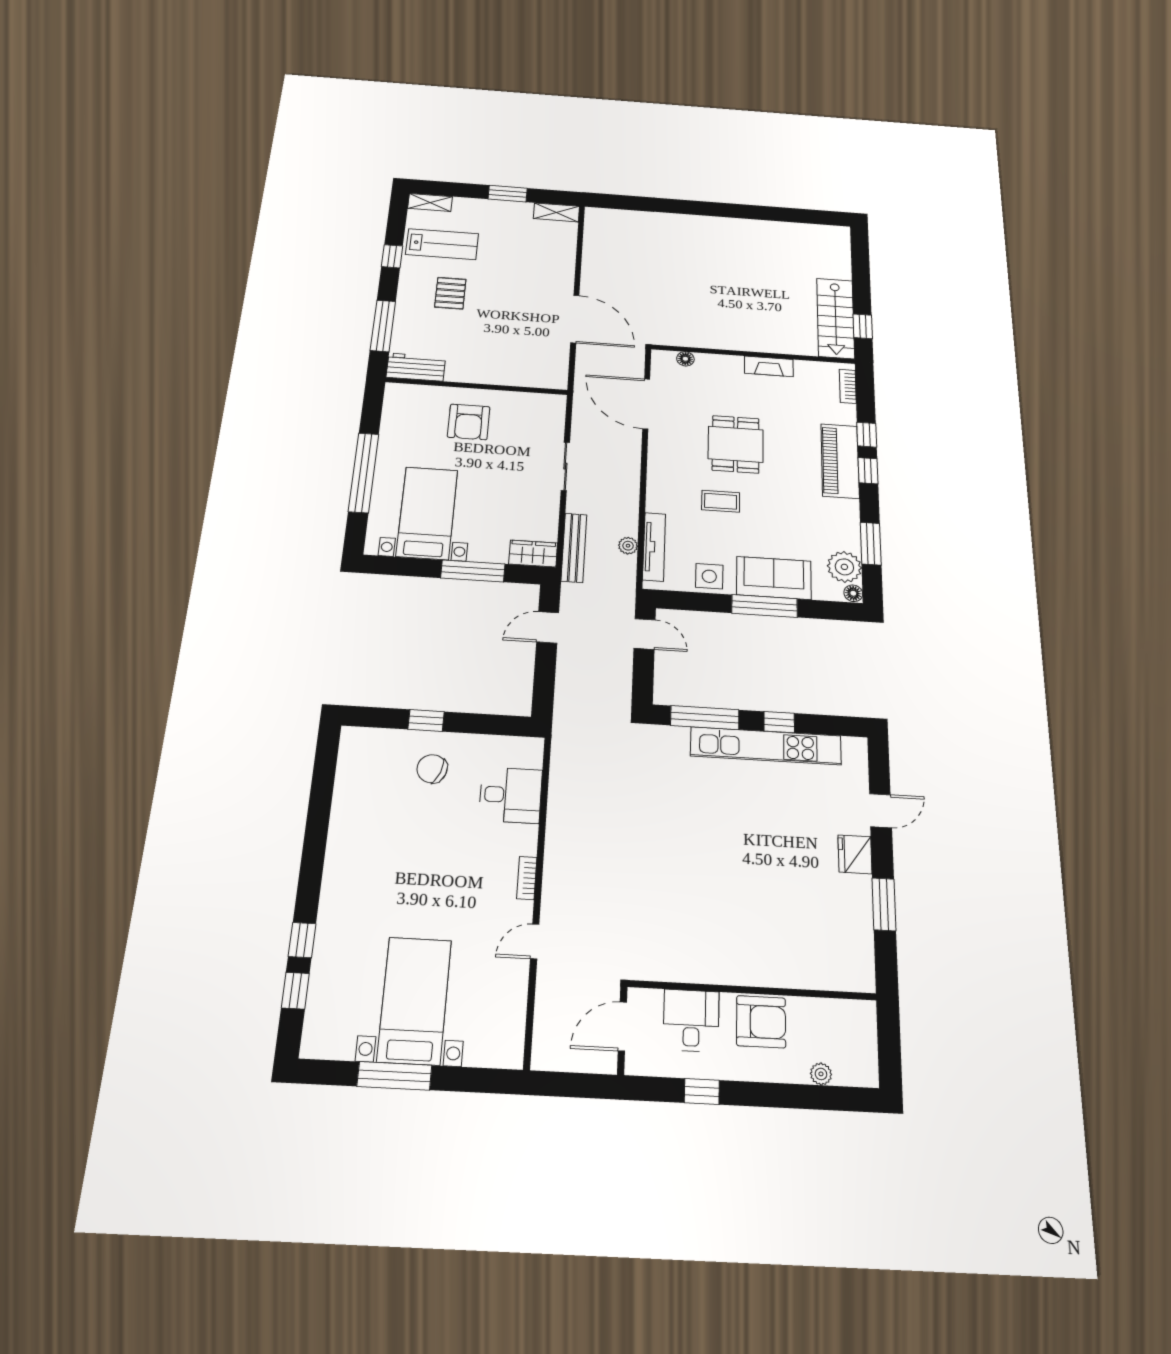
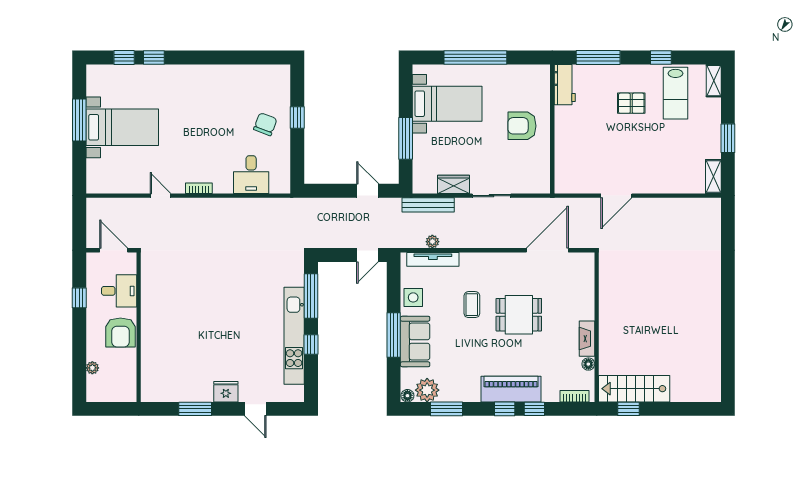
door: (575, 319) -> (616, 196), width x0.73
floor lamp: (685, 359) -> (588, 364), moved
wardrobe: (533, 554) -> (453, 184), moved, turned -90

